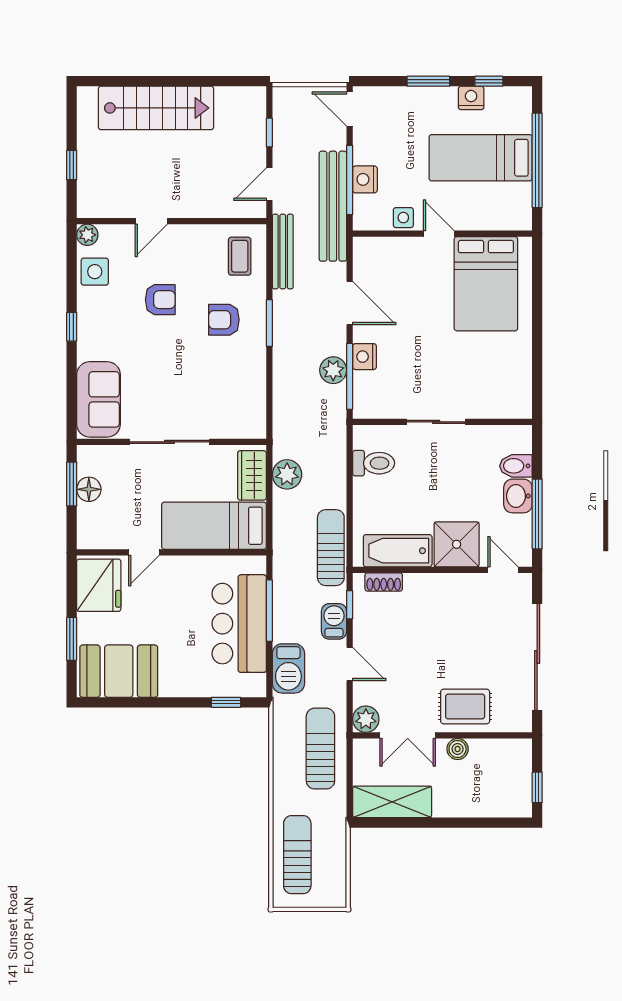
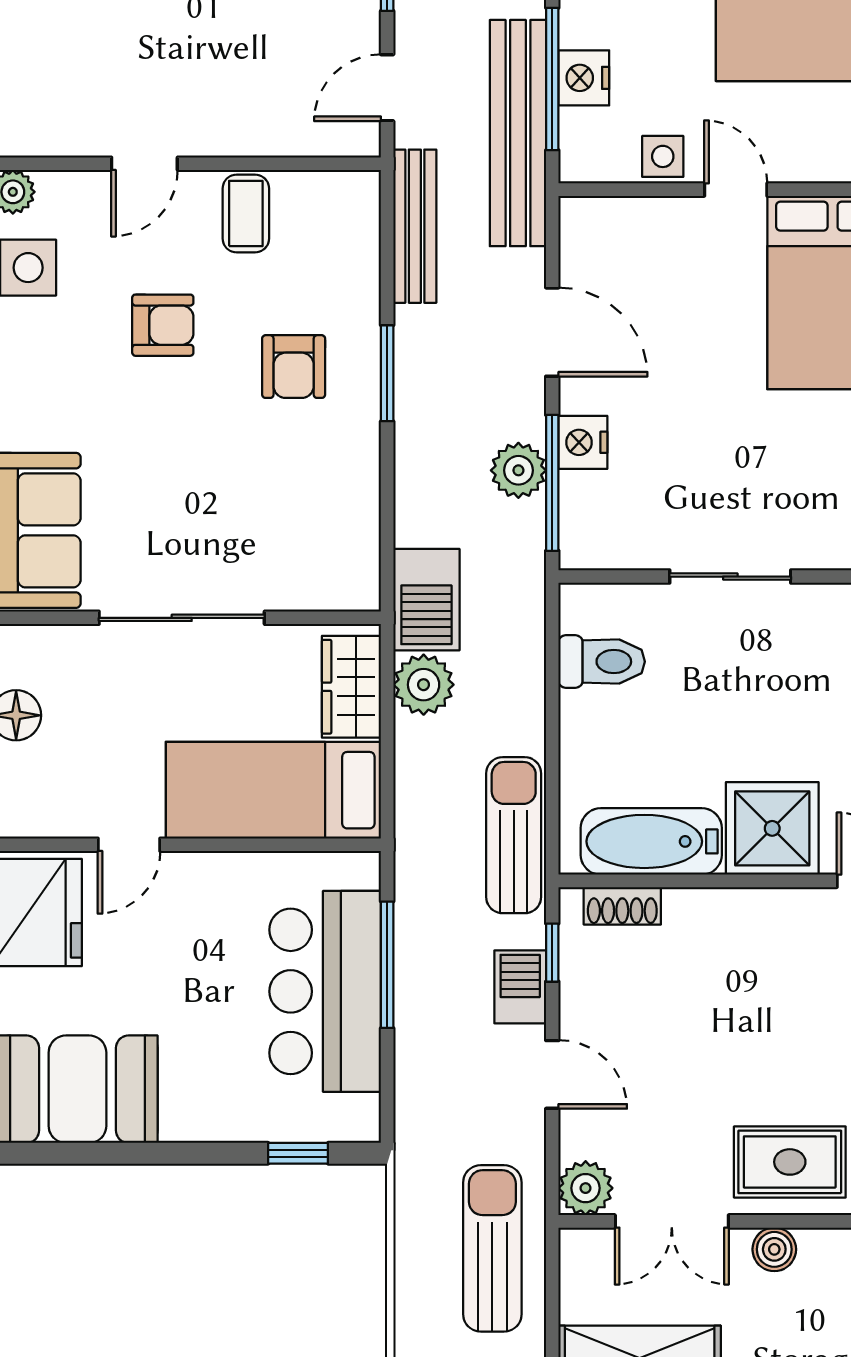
coffee table: (240, 256) -> (246, 214), moved
armchair: (224, 320) -> (294, 367), turned -90
barbecue: (288, 668) -> (426, 600), moved

